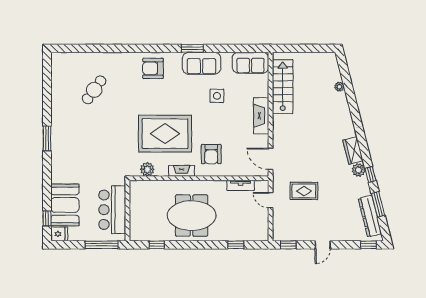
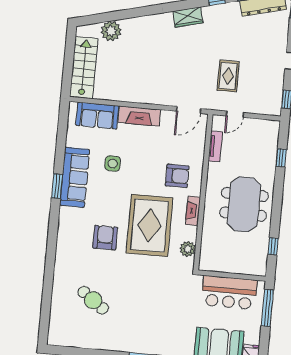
sofa: (202, 63) -> (75, 177), width x1.36
sofa: (251, 63) -> (97, 116), moved, turned 90
armchair: (153, 68) -> (105, 238), moved, turned 180
stairs: (283, 87) -> (84, 68), moved, turned 90
plant: (339, 87) -> (111, 31), width x1.87, depth x1.87
plant: (359, 170) -> (210, 13), removed

